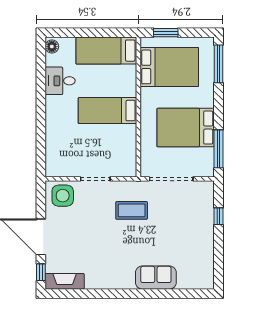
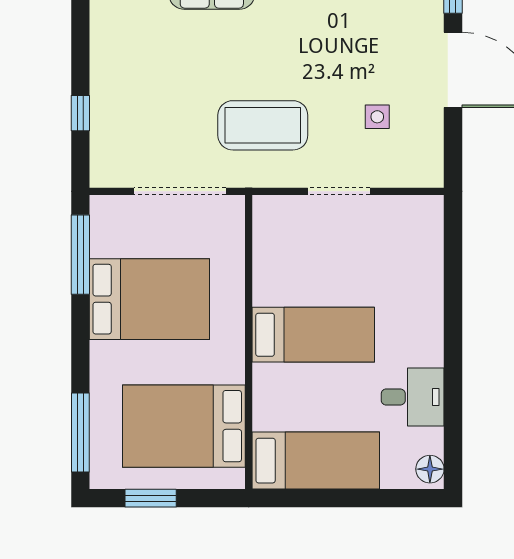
window: (166, 33) -> (151, 498), moved
side table: (63, 196) -> (377, 117), moved, width x0.54, depth x0.54
coffee table: (132, 210) -> (263, 125), width x1.36, depth x1.32

